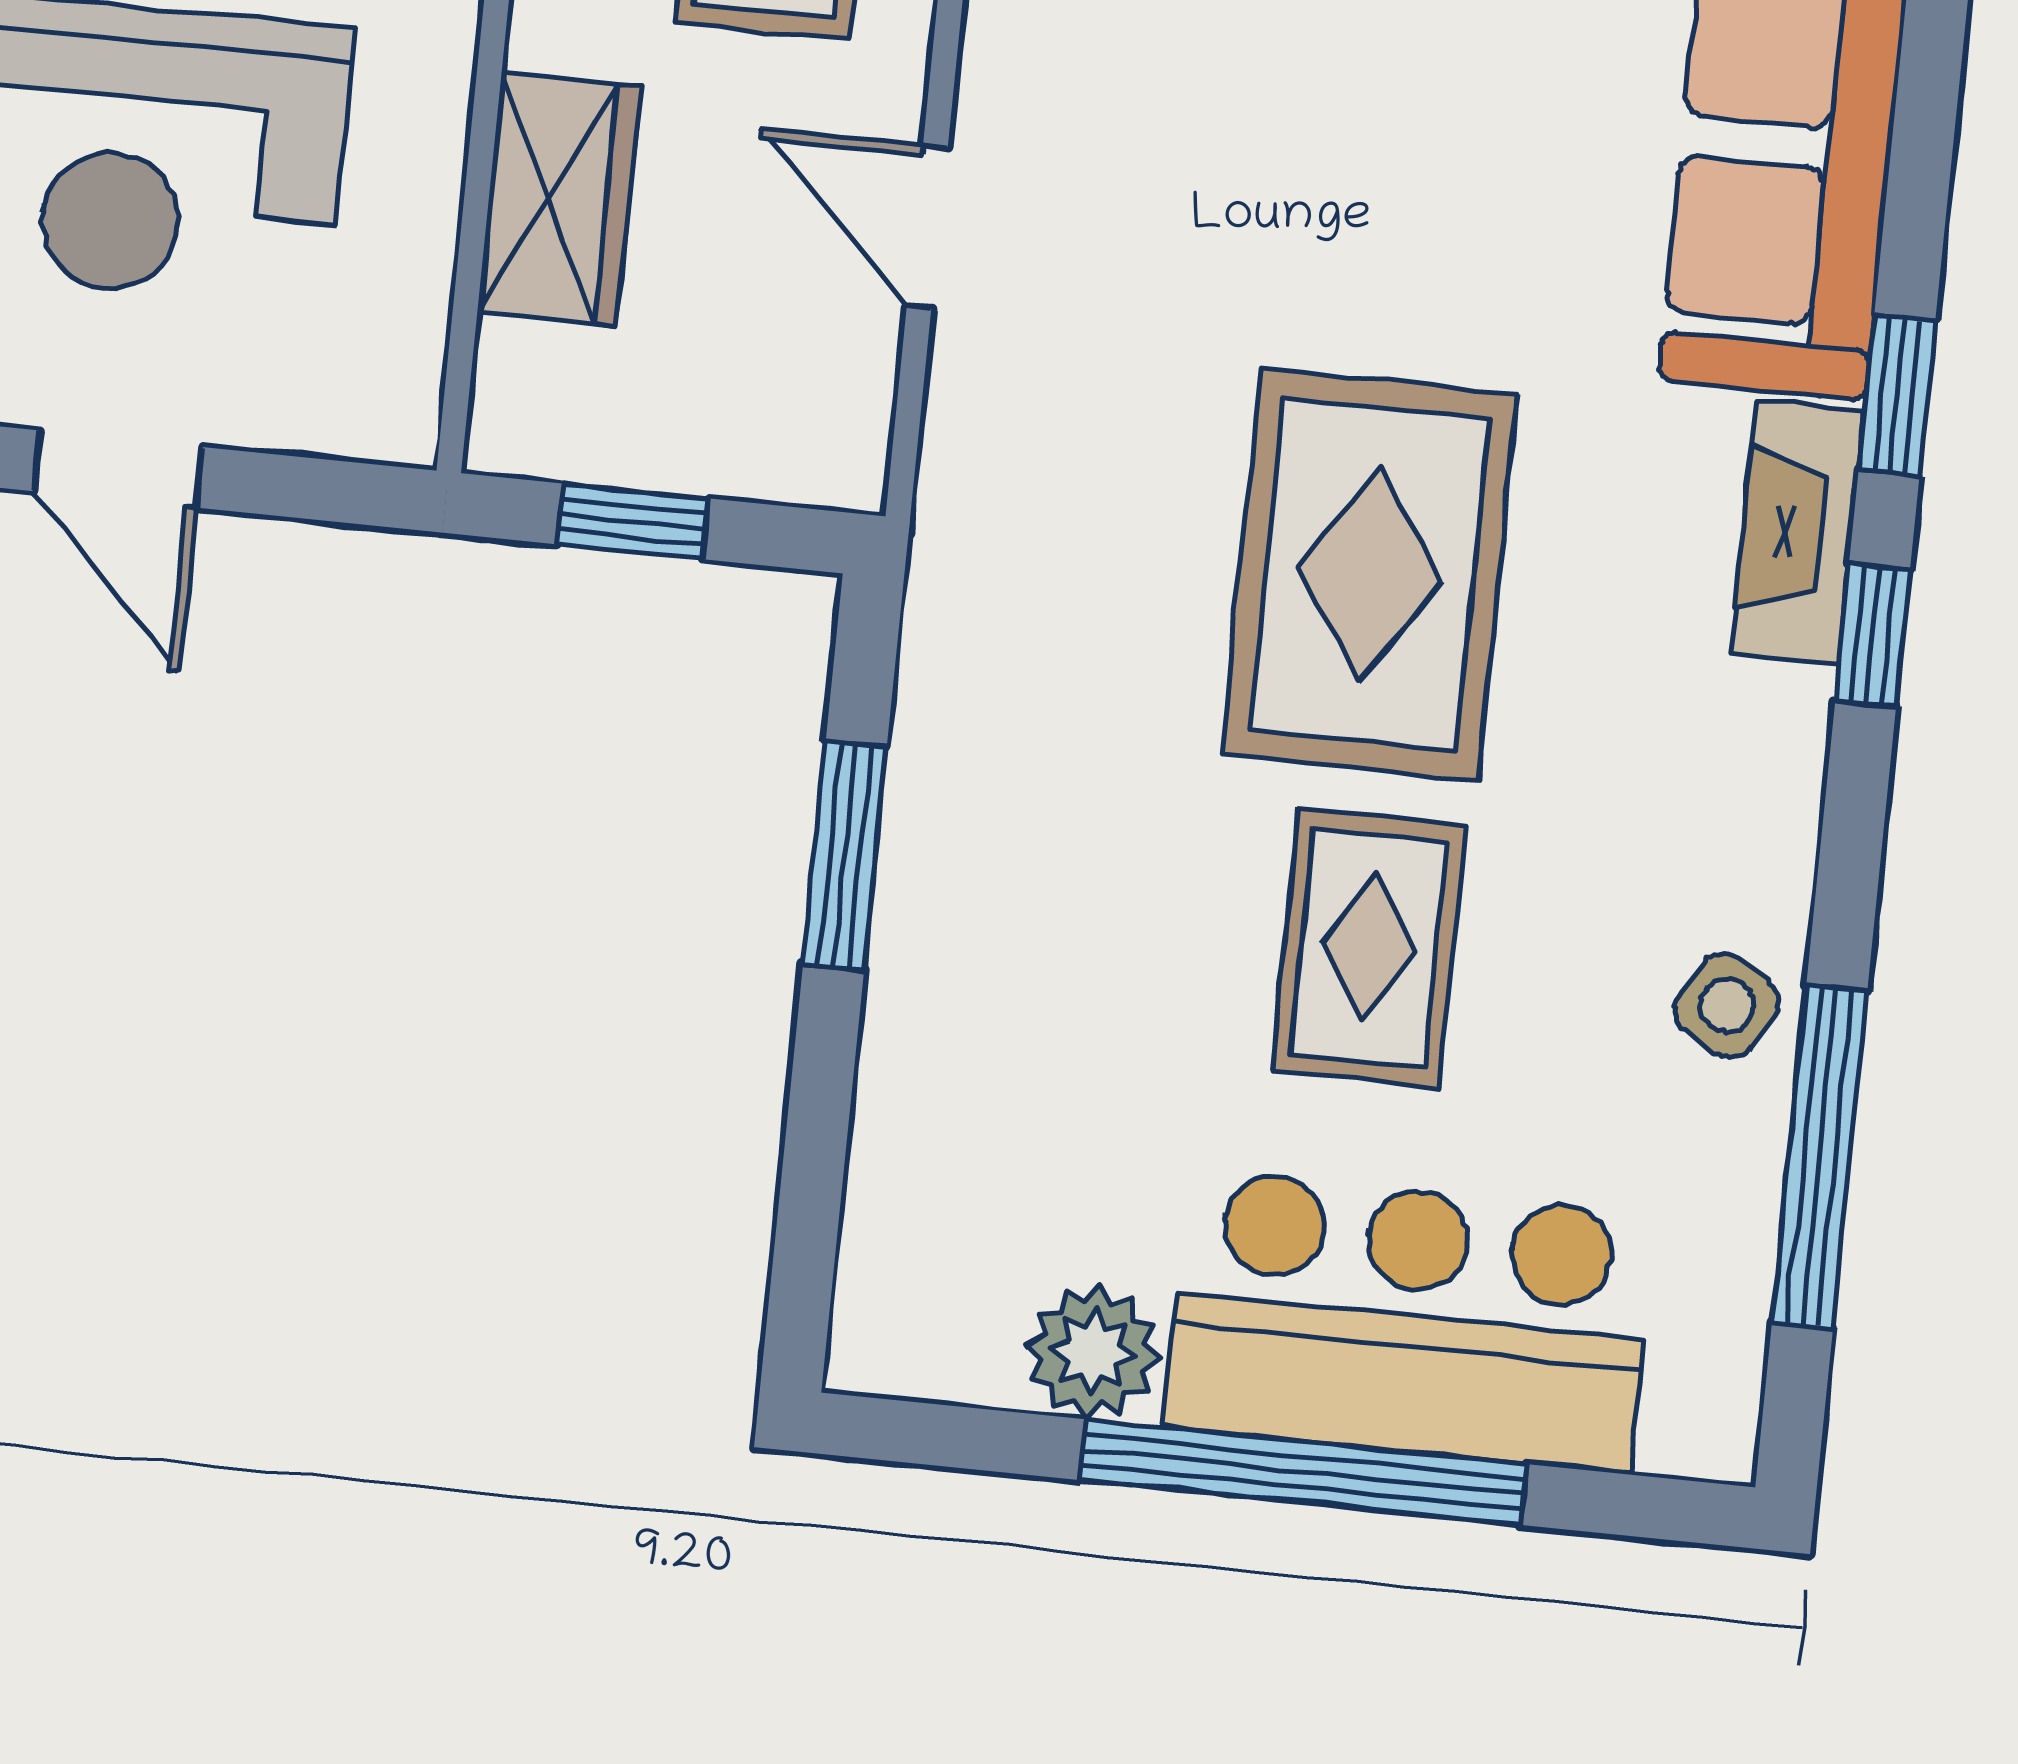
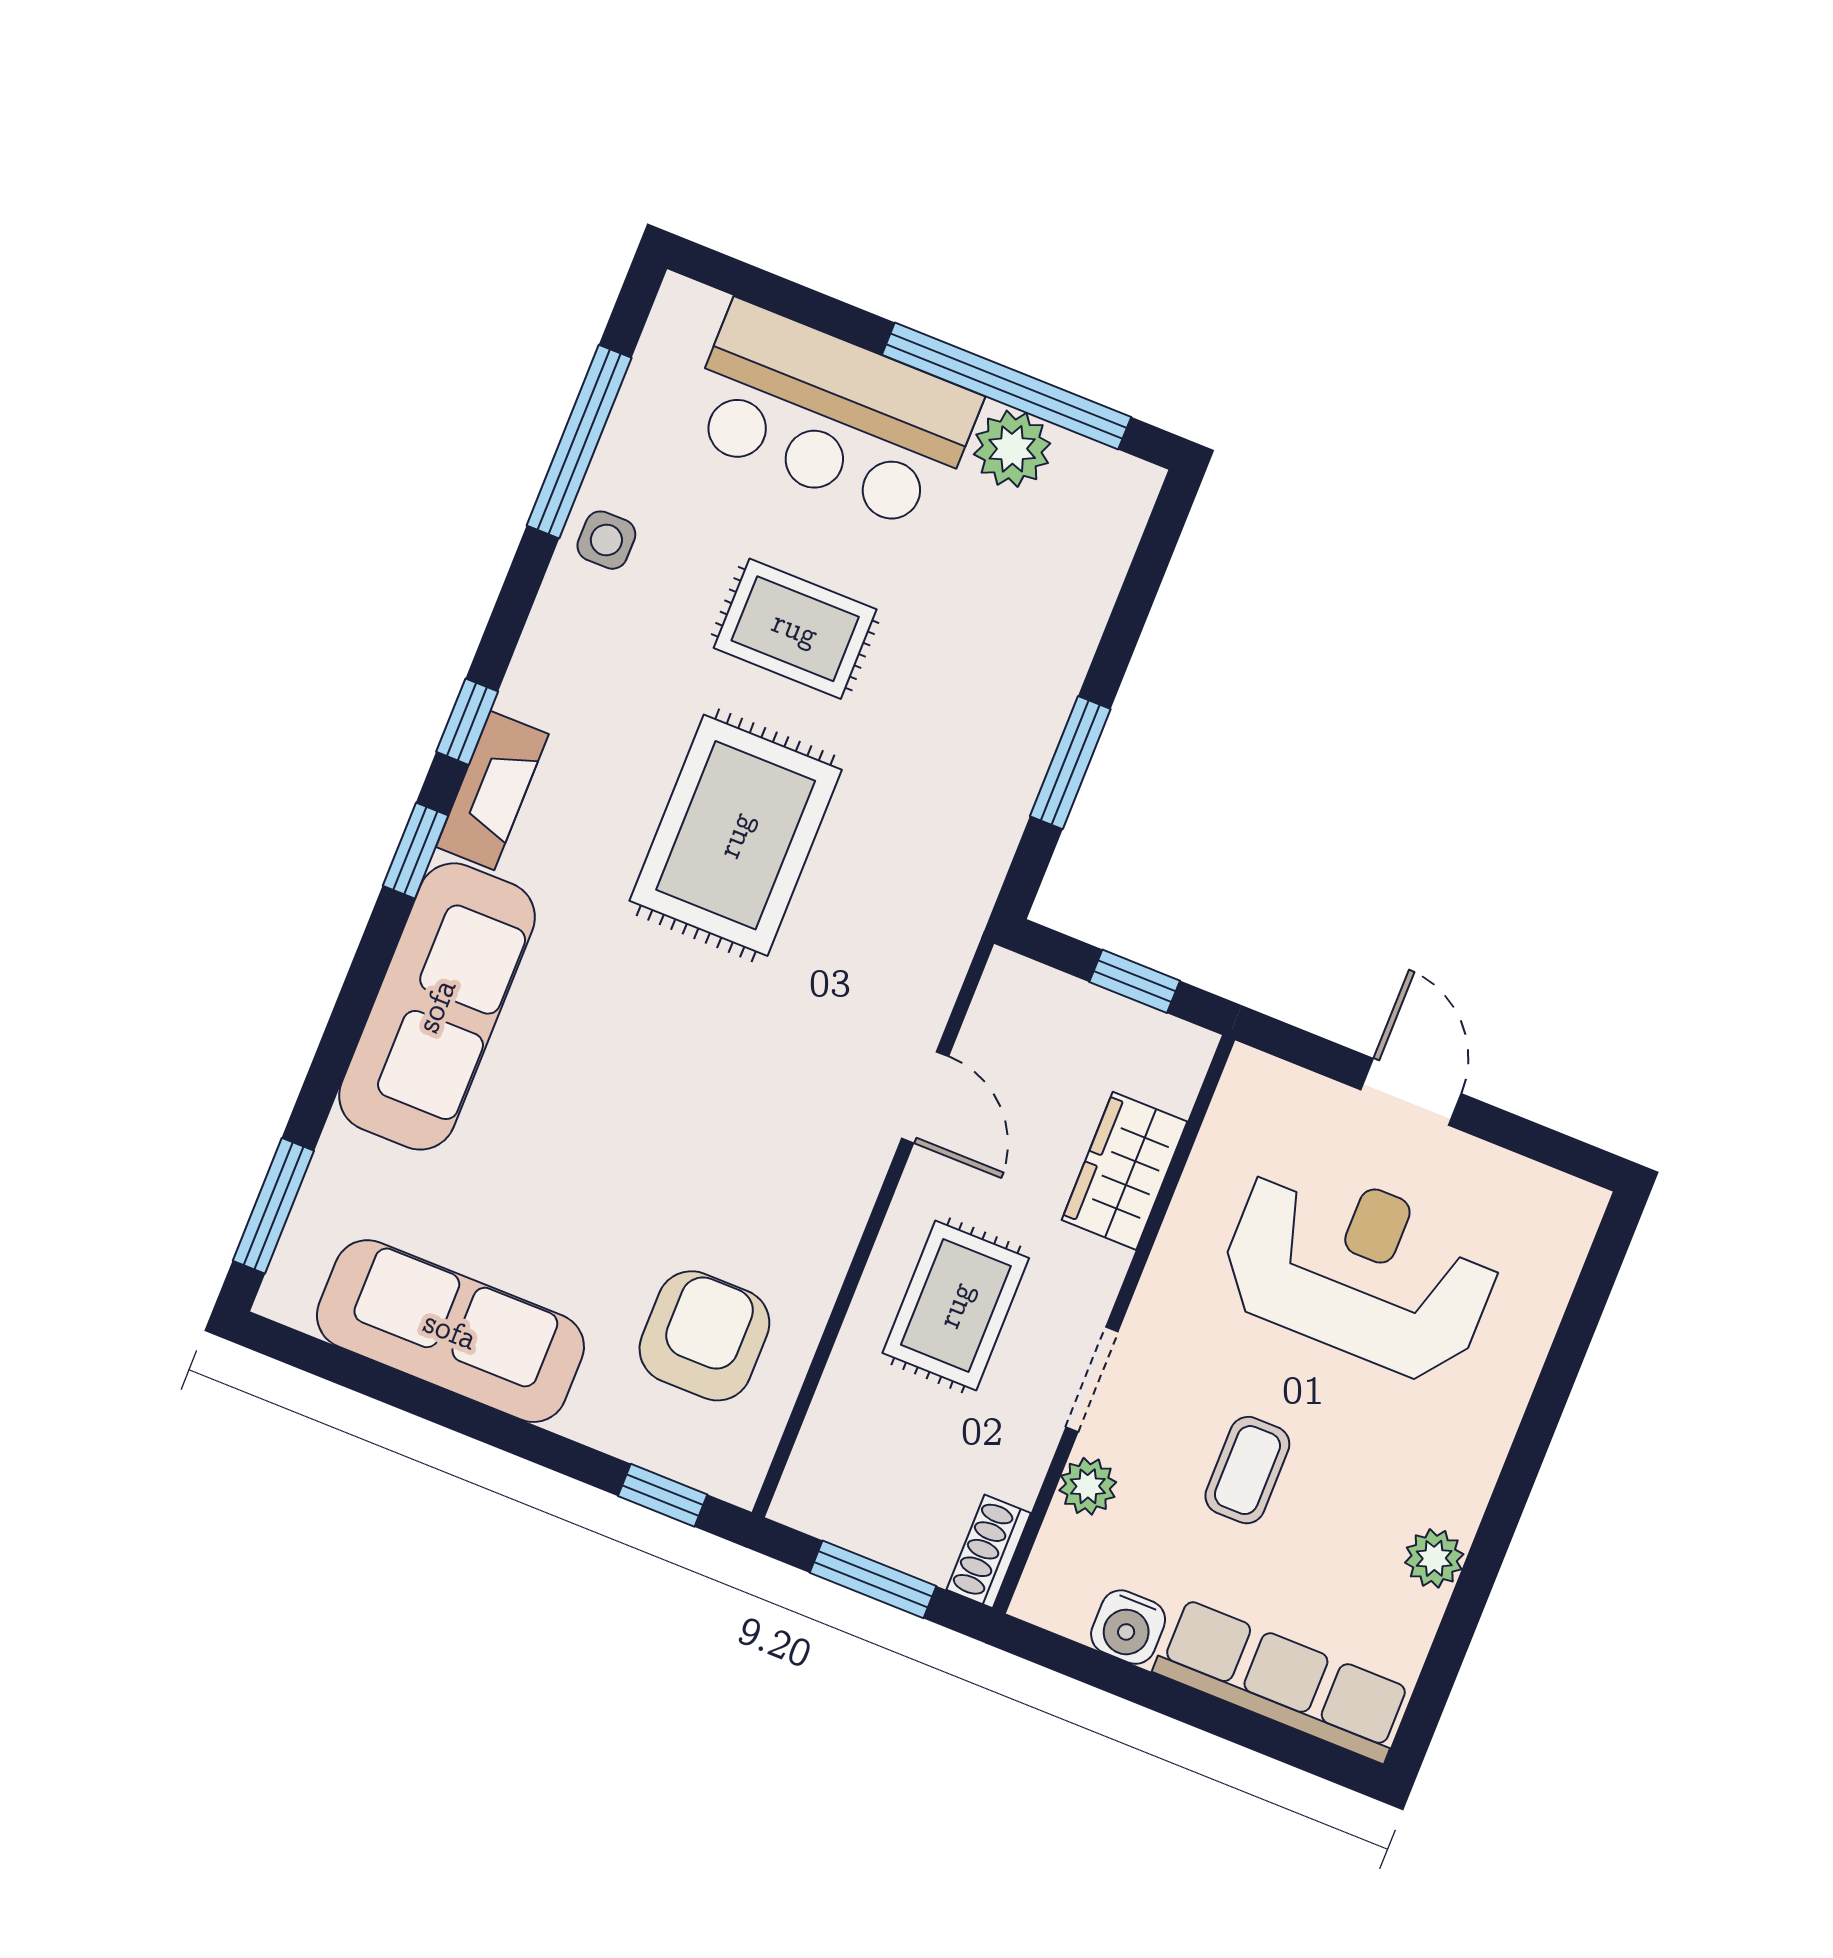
rug: (1369, 948) -> (795, 629), turned 90
side table: (1727, 1006) -> (606, 540), turned -31
window: (1303, 1472) -> (1007, 386), moved

